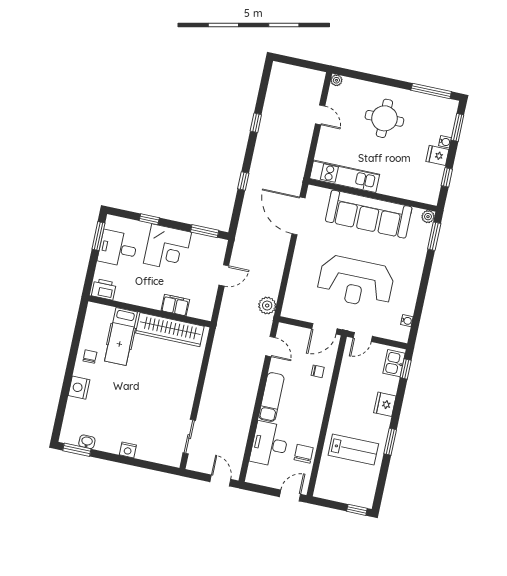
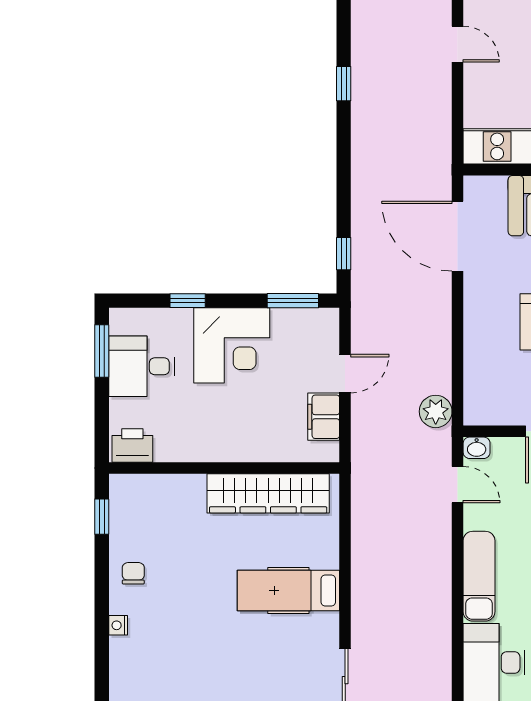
window: (243, 181) -> (344, 254), moved
filing cabinet: (175, 305) -> (324, 417), moved, turned -90
window: (80, 323) -> (102, 517), added
washbasin: (285, 329) -> (477, 448), added
hospital bed: (121, 336) -> (288, 591), moved, turned 90
nightstand: (79, 388) -> (118, 625), width x0.53, depth x0.56

